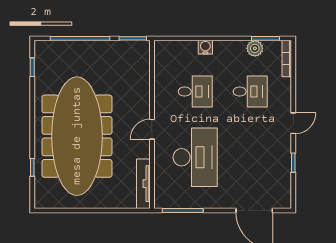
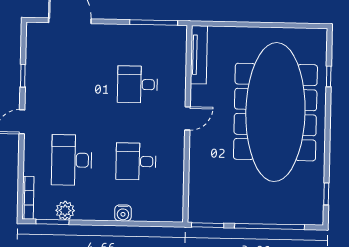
desk: (250, 92) -> (72, 160), width x1.37
desk: (195, 157) -> (138, 84), width x0.53, depth x0.77

